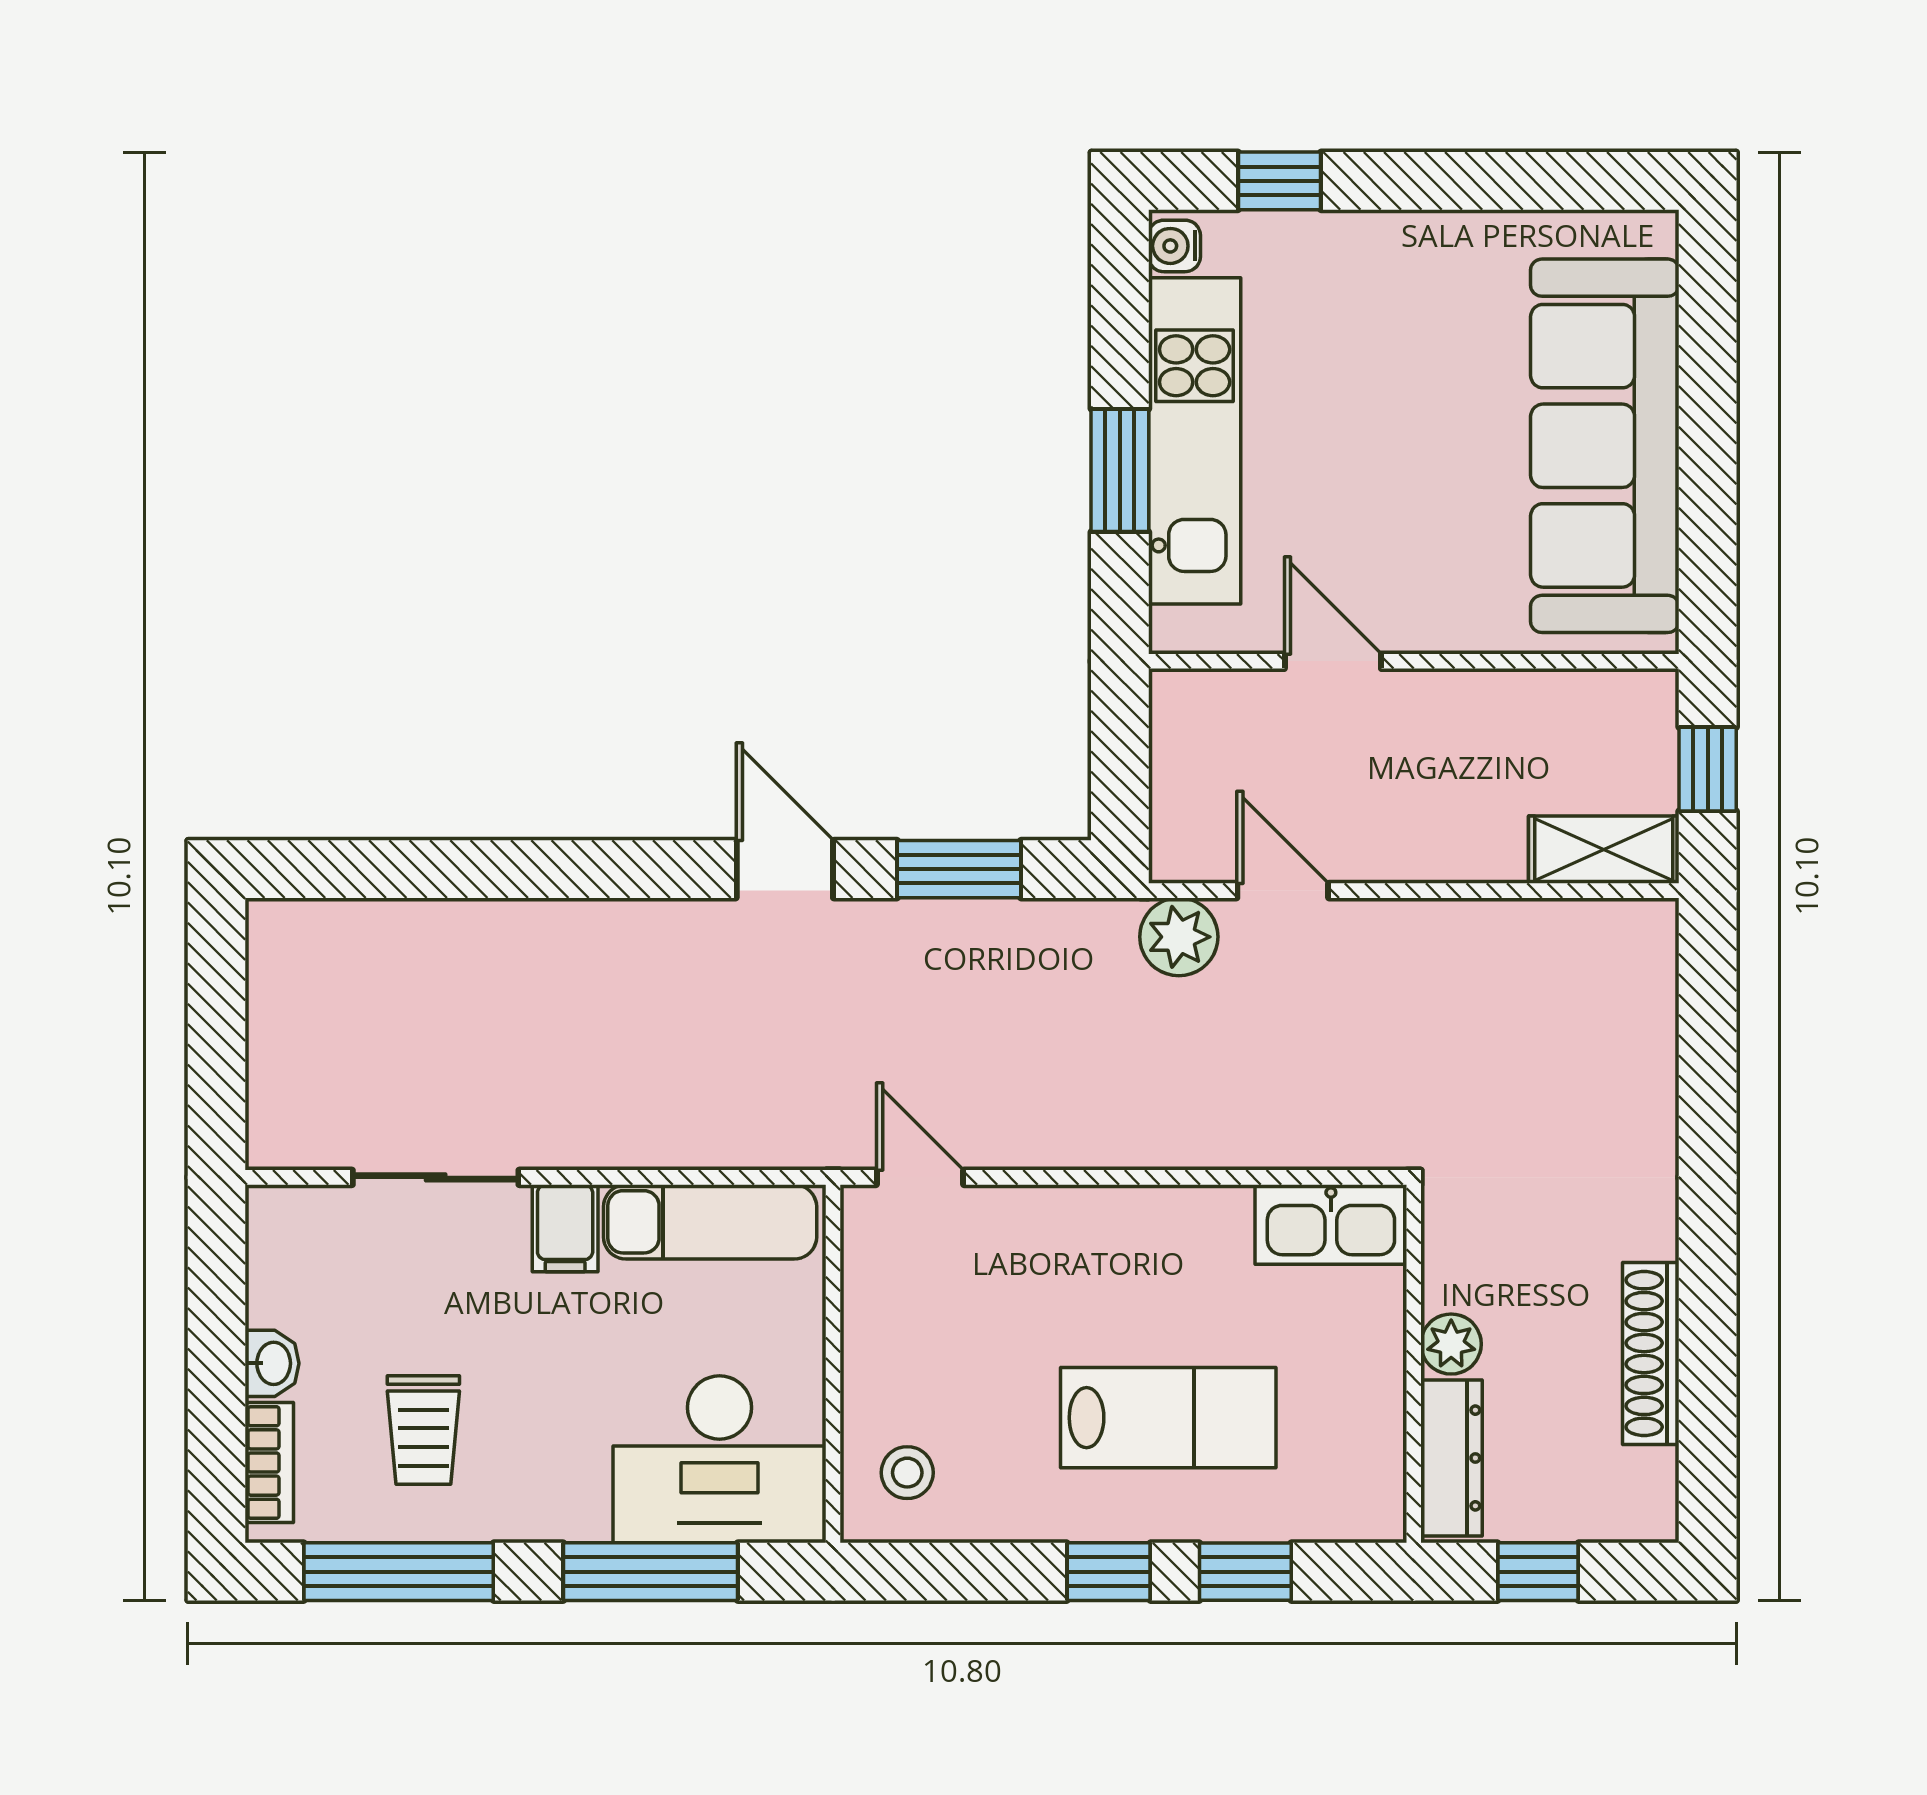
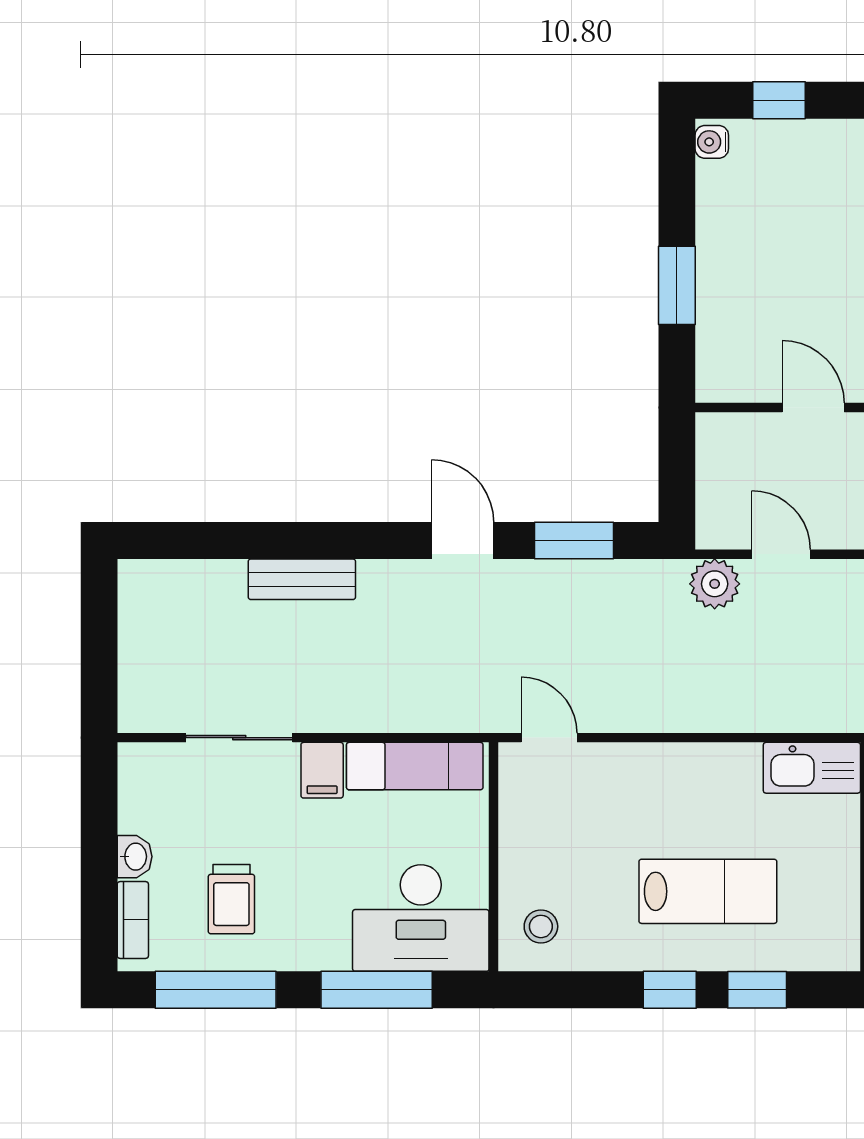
kitchen unit: (1195, 441) -> (725, 267), removed
bench: (534, 930) -> (302, 579), added

